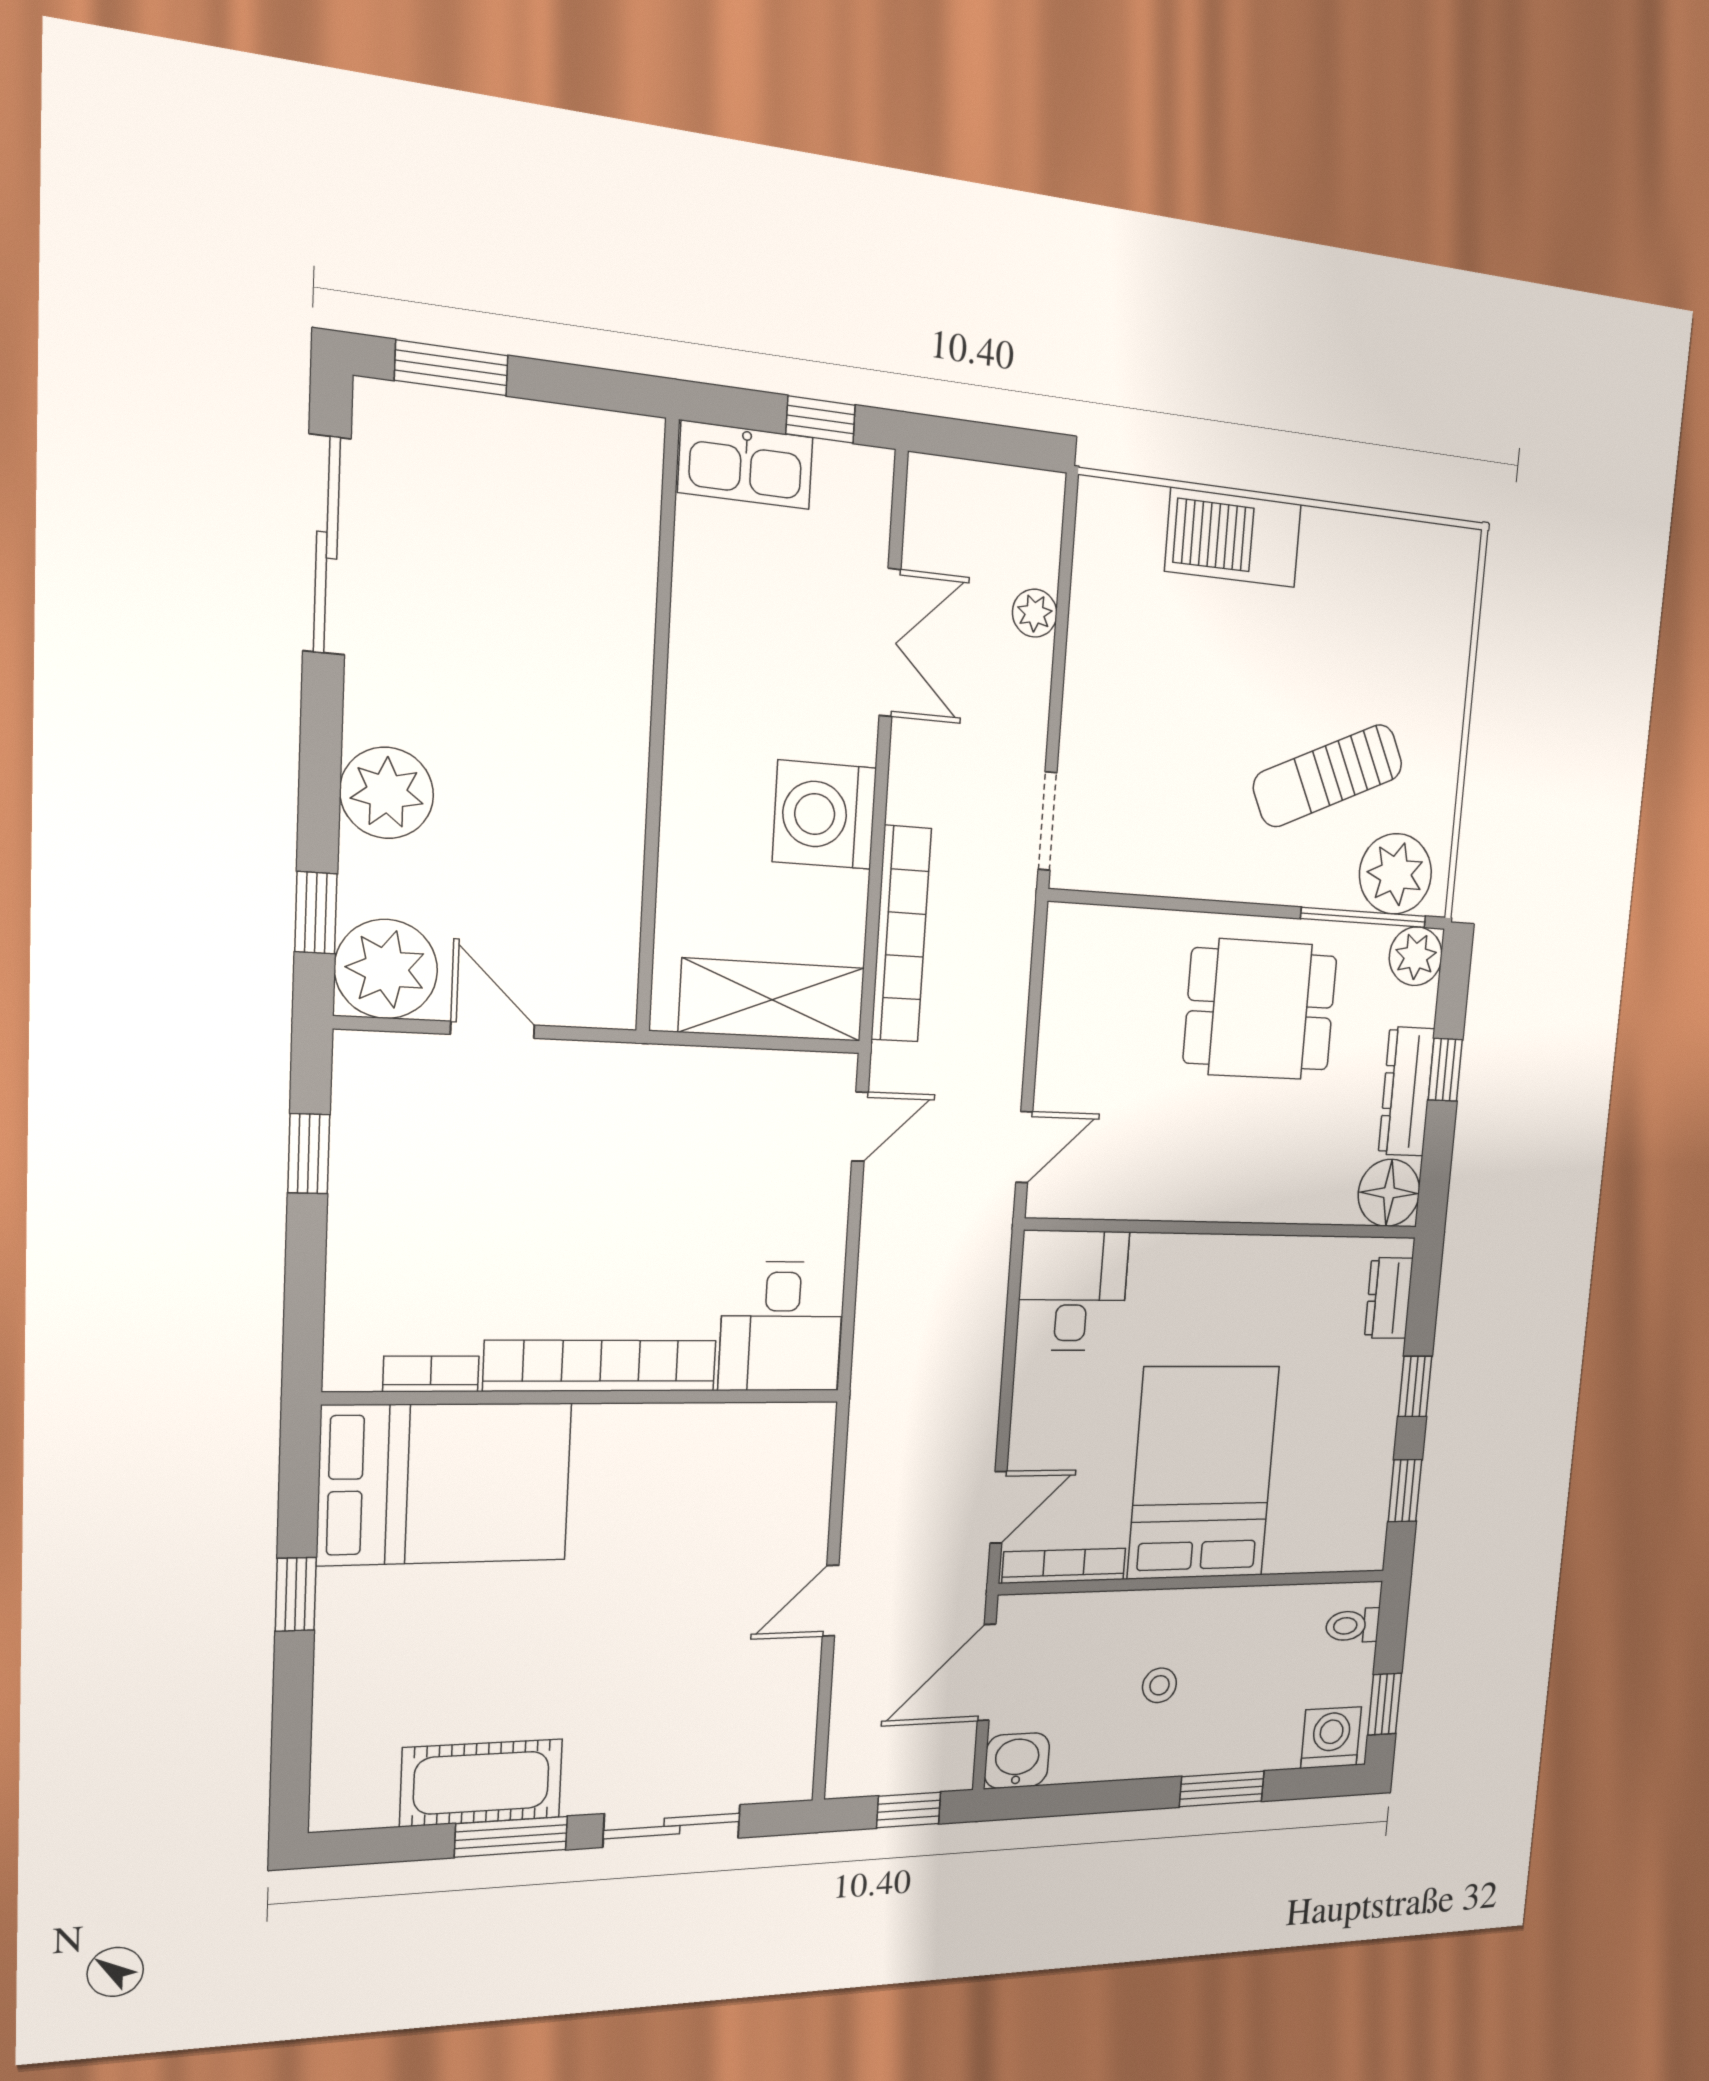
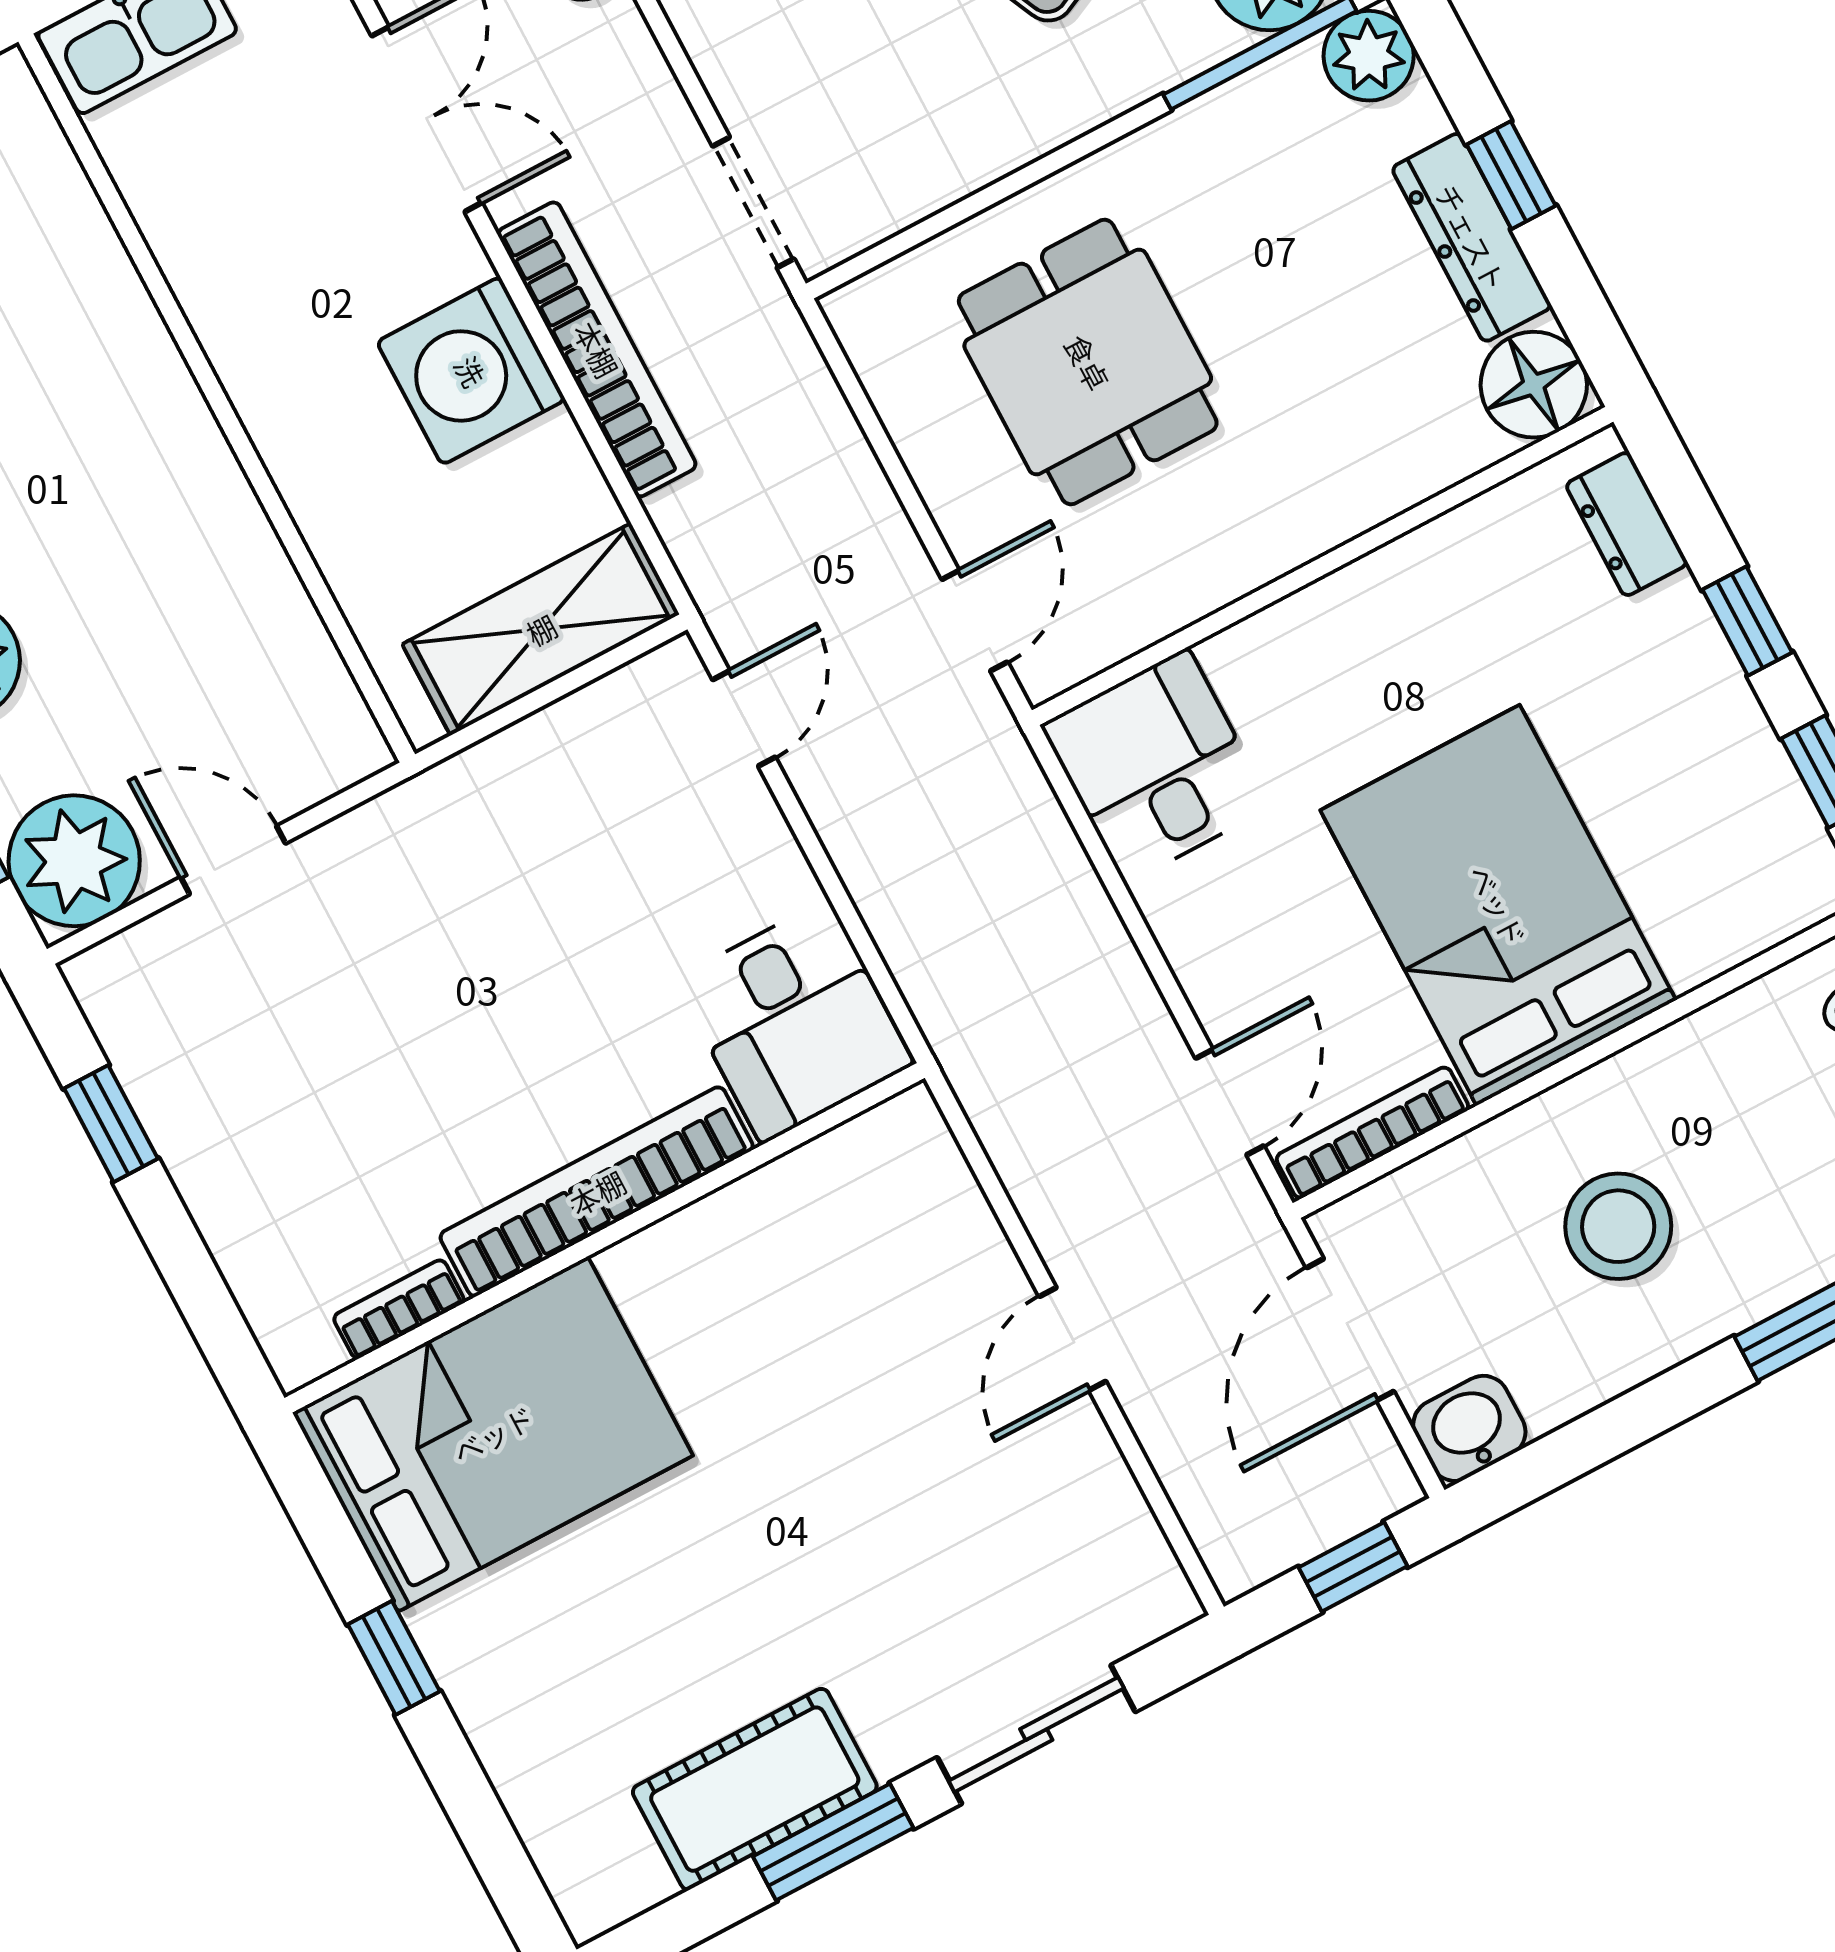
bookcase: (901, 934) -> (597, 349), moved
dining table: (1260, 1009) -> (1088, 362), moved, turned 90
stool: (1159, 1685) -> (1618, 1226), width x1.89, depth x1.89

